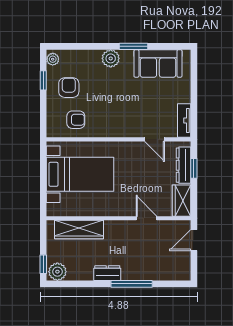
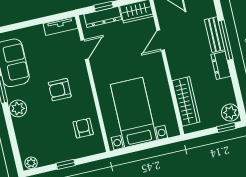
window: (43, 80) -> (66, 164), moved
armchair: (69, 88) -> (60, 90), moved
bench: (140, 274) -> (215, 35), added

